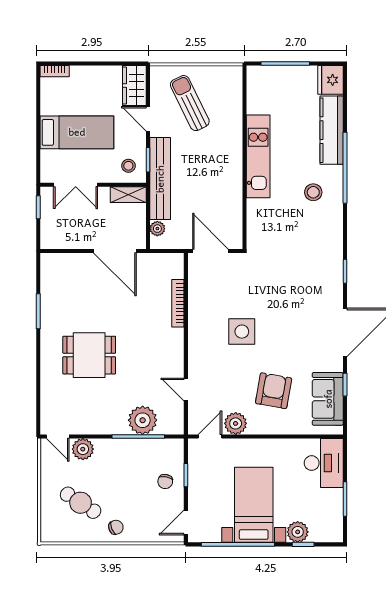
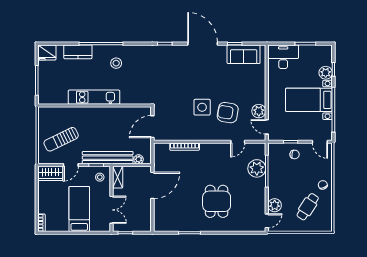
kitchen counter: (332, 130) -> (78, 52), width x0.67
armchair: (274, 391) -> (228, 113), moved

